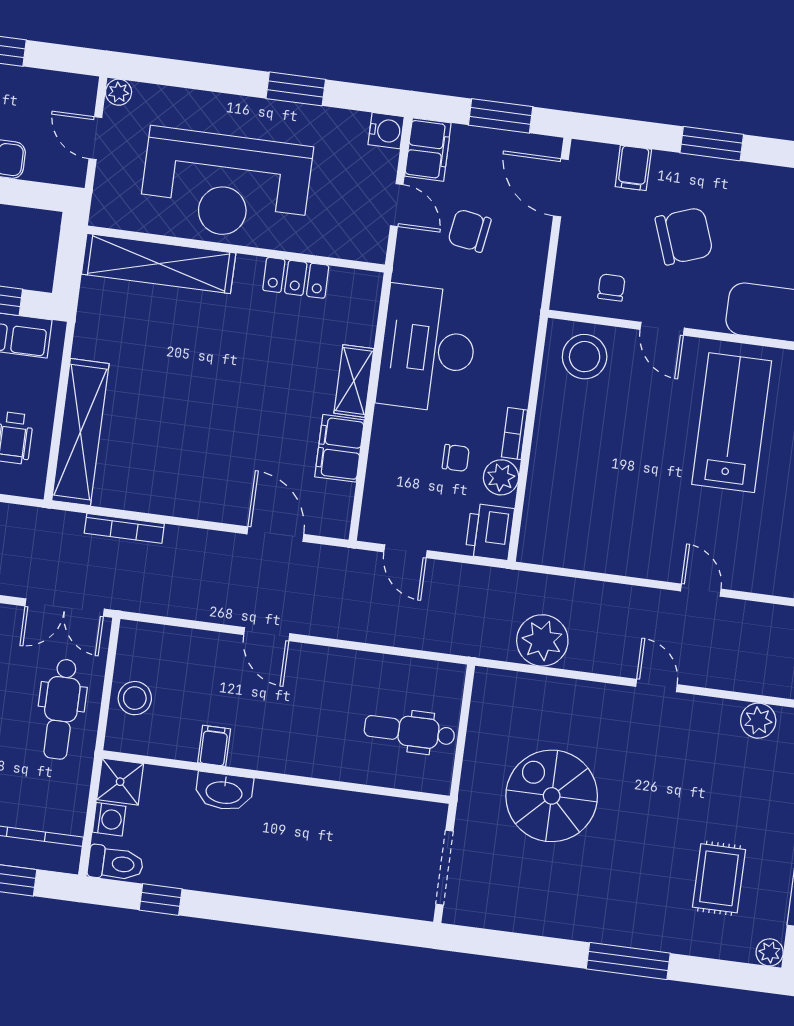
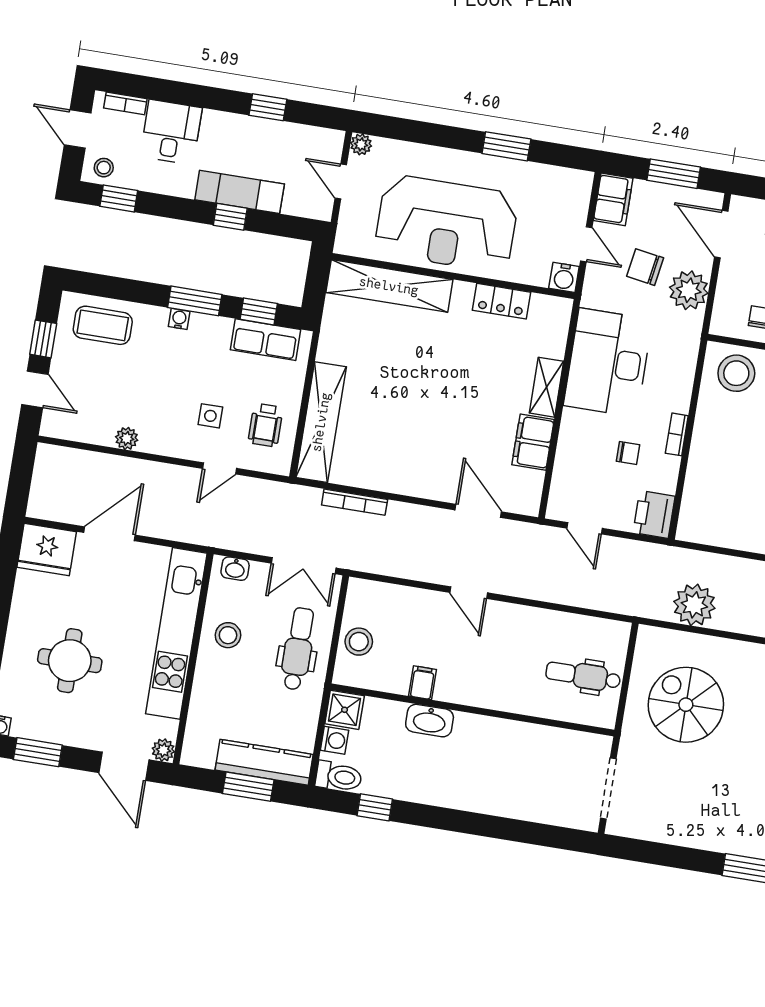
water cooler: (386, 131) -> (564, 277), moved, turned 90
plant: (501, 477) -> (689, 290), moved, width x1.36, depth x1.36
dental chair: (61, 709) -> (298, 649), turned 180
spiral stairs: (552, 796) -> (686, 705), moved

